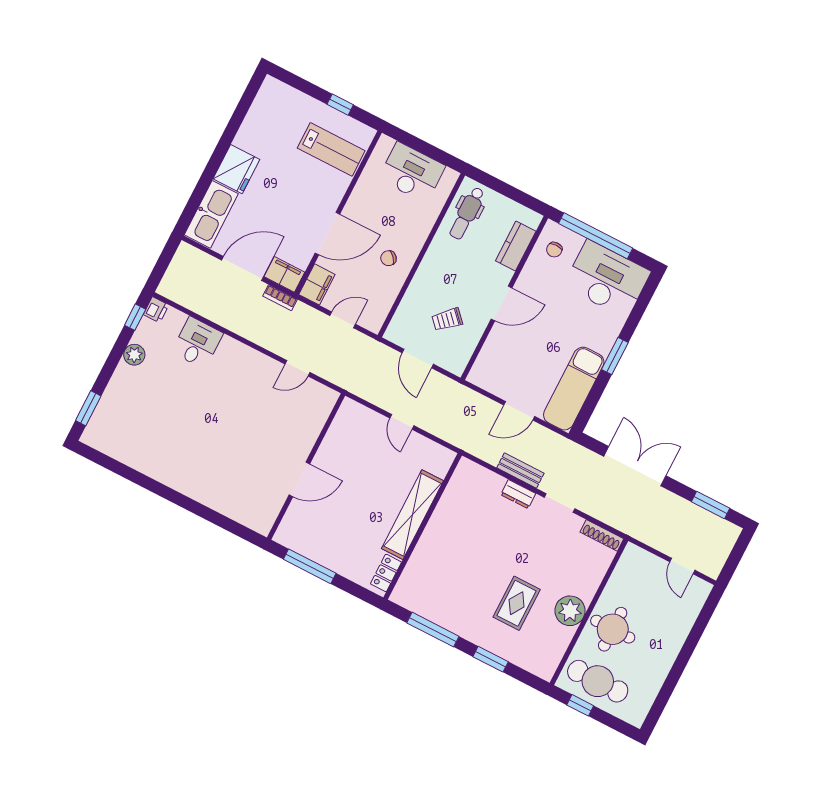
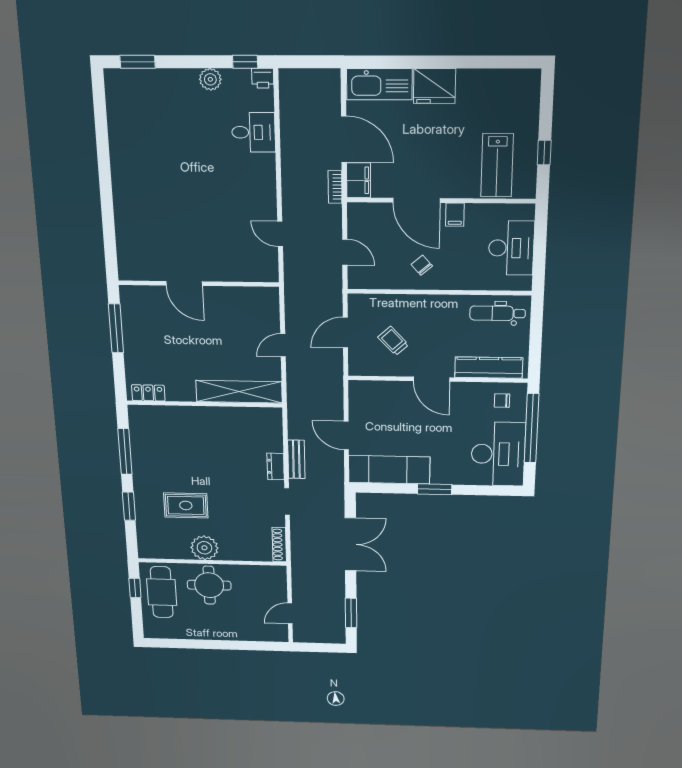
kitchen counter: (516, 246) -> (489, 368), width x1.50
filing cabinet: (317, 284) -> (455, 215), moved, width x0.50
shelving: (412, 515) -> (239, 392), moved

